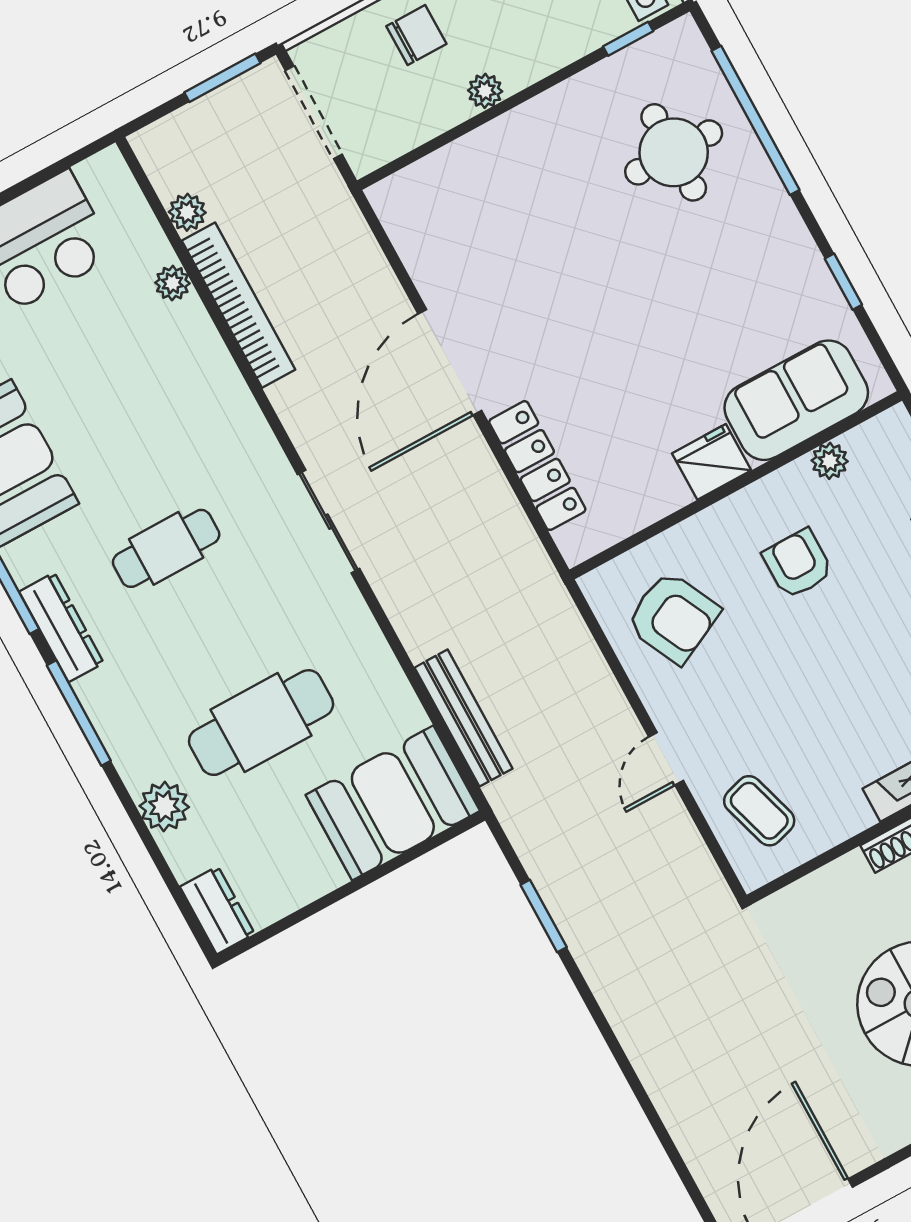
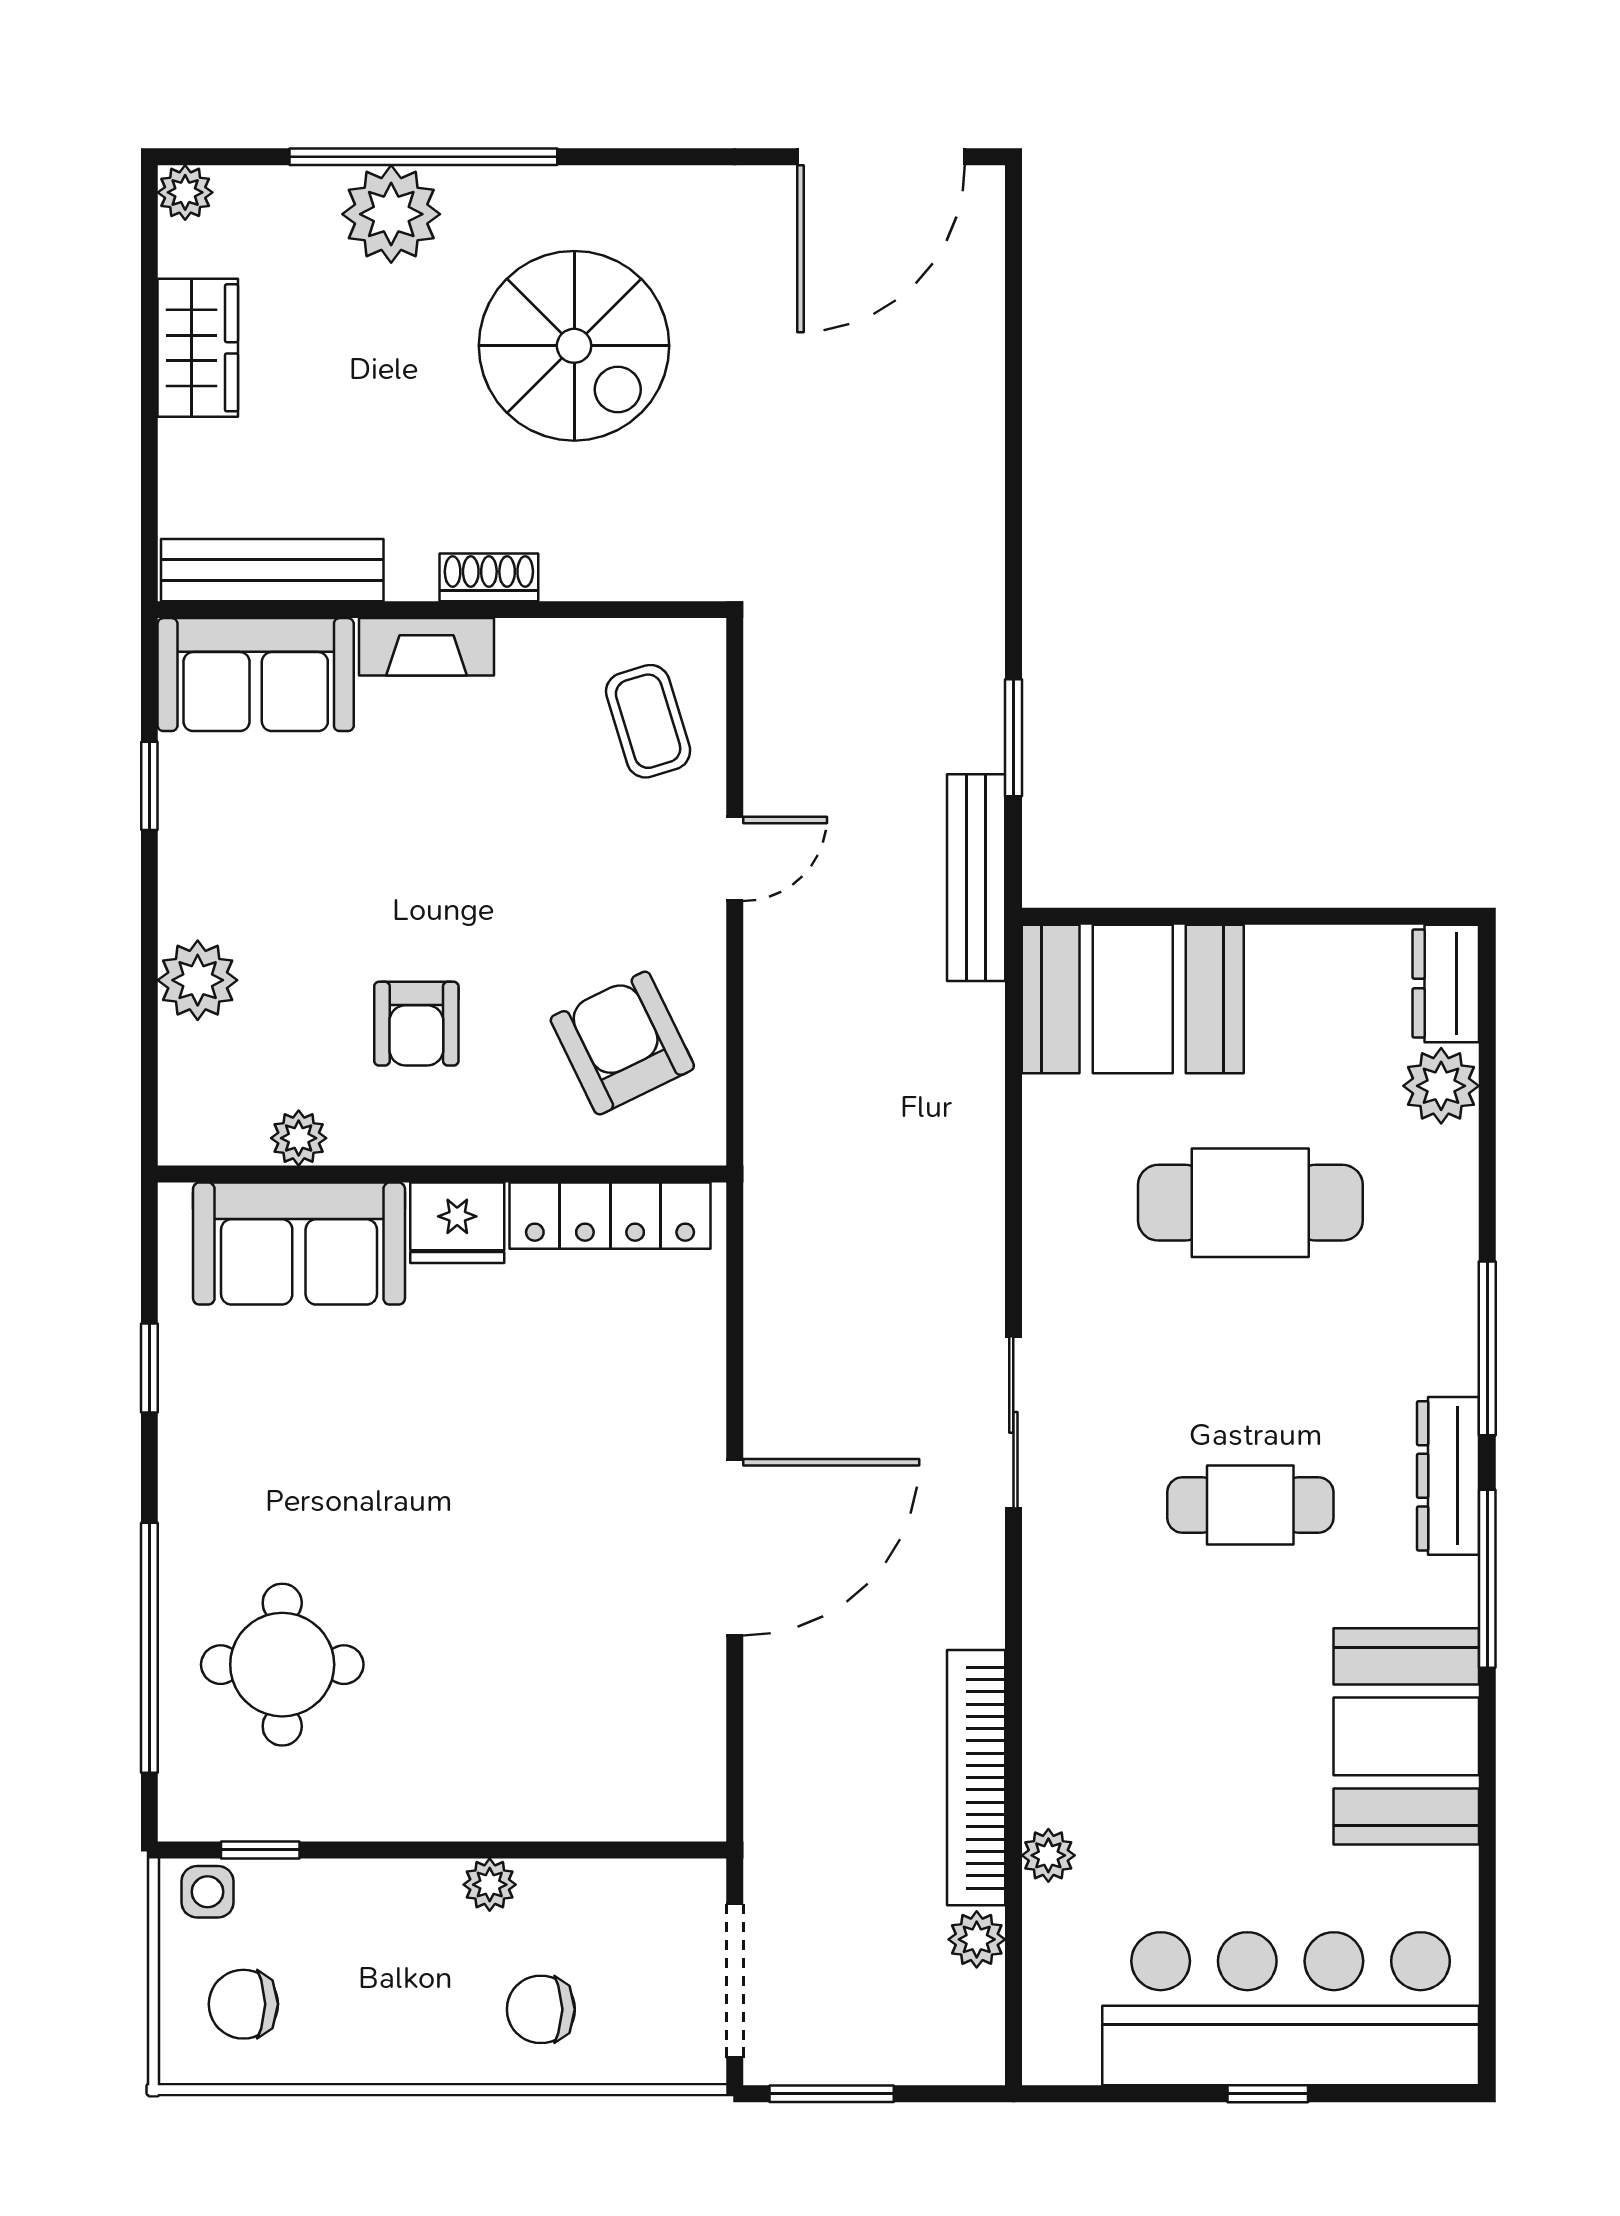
locker: (537, 466) -> (610, 1216), moved, turned -90
bench: (464, 718) -> (976, 878), moved
plant: (164, 806) -> (1441, 1086), moved

